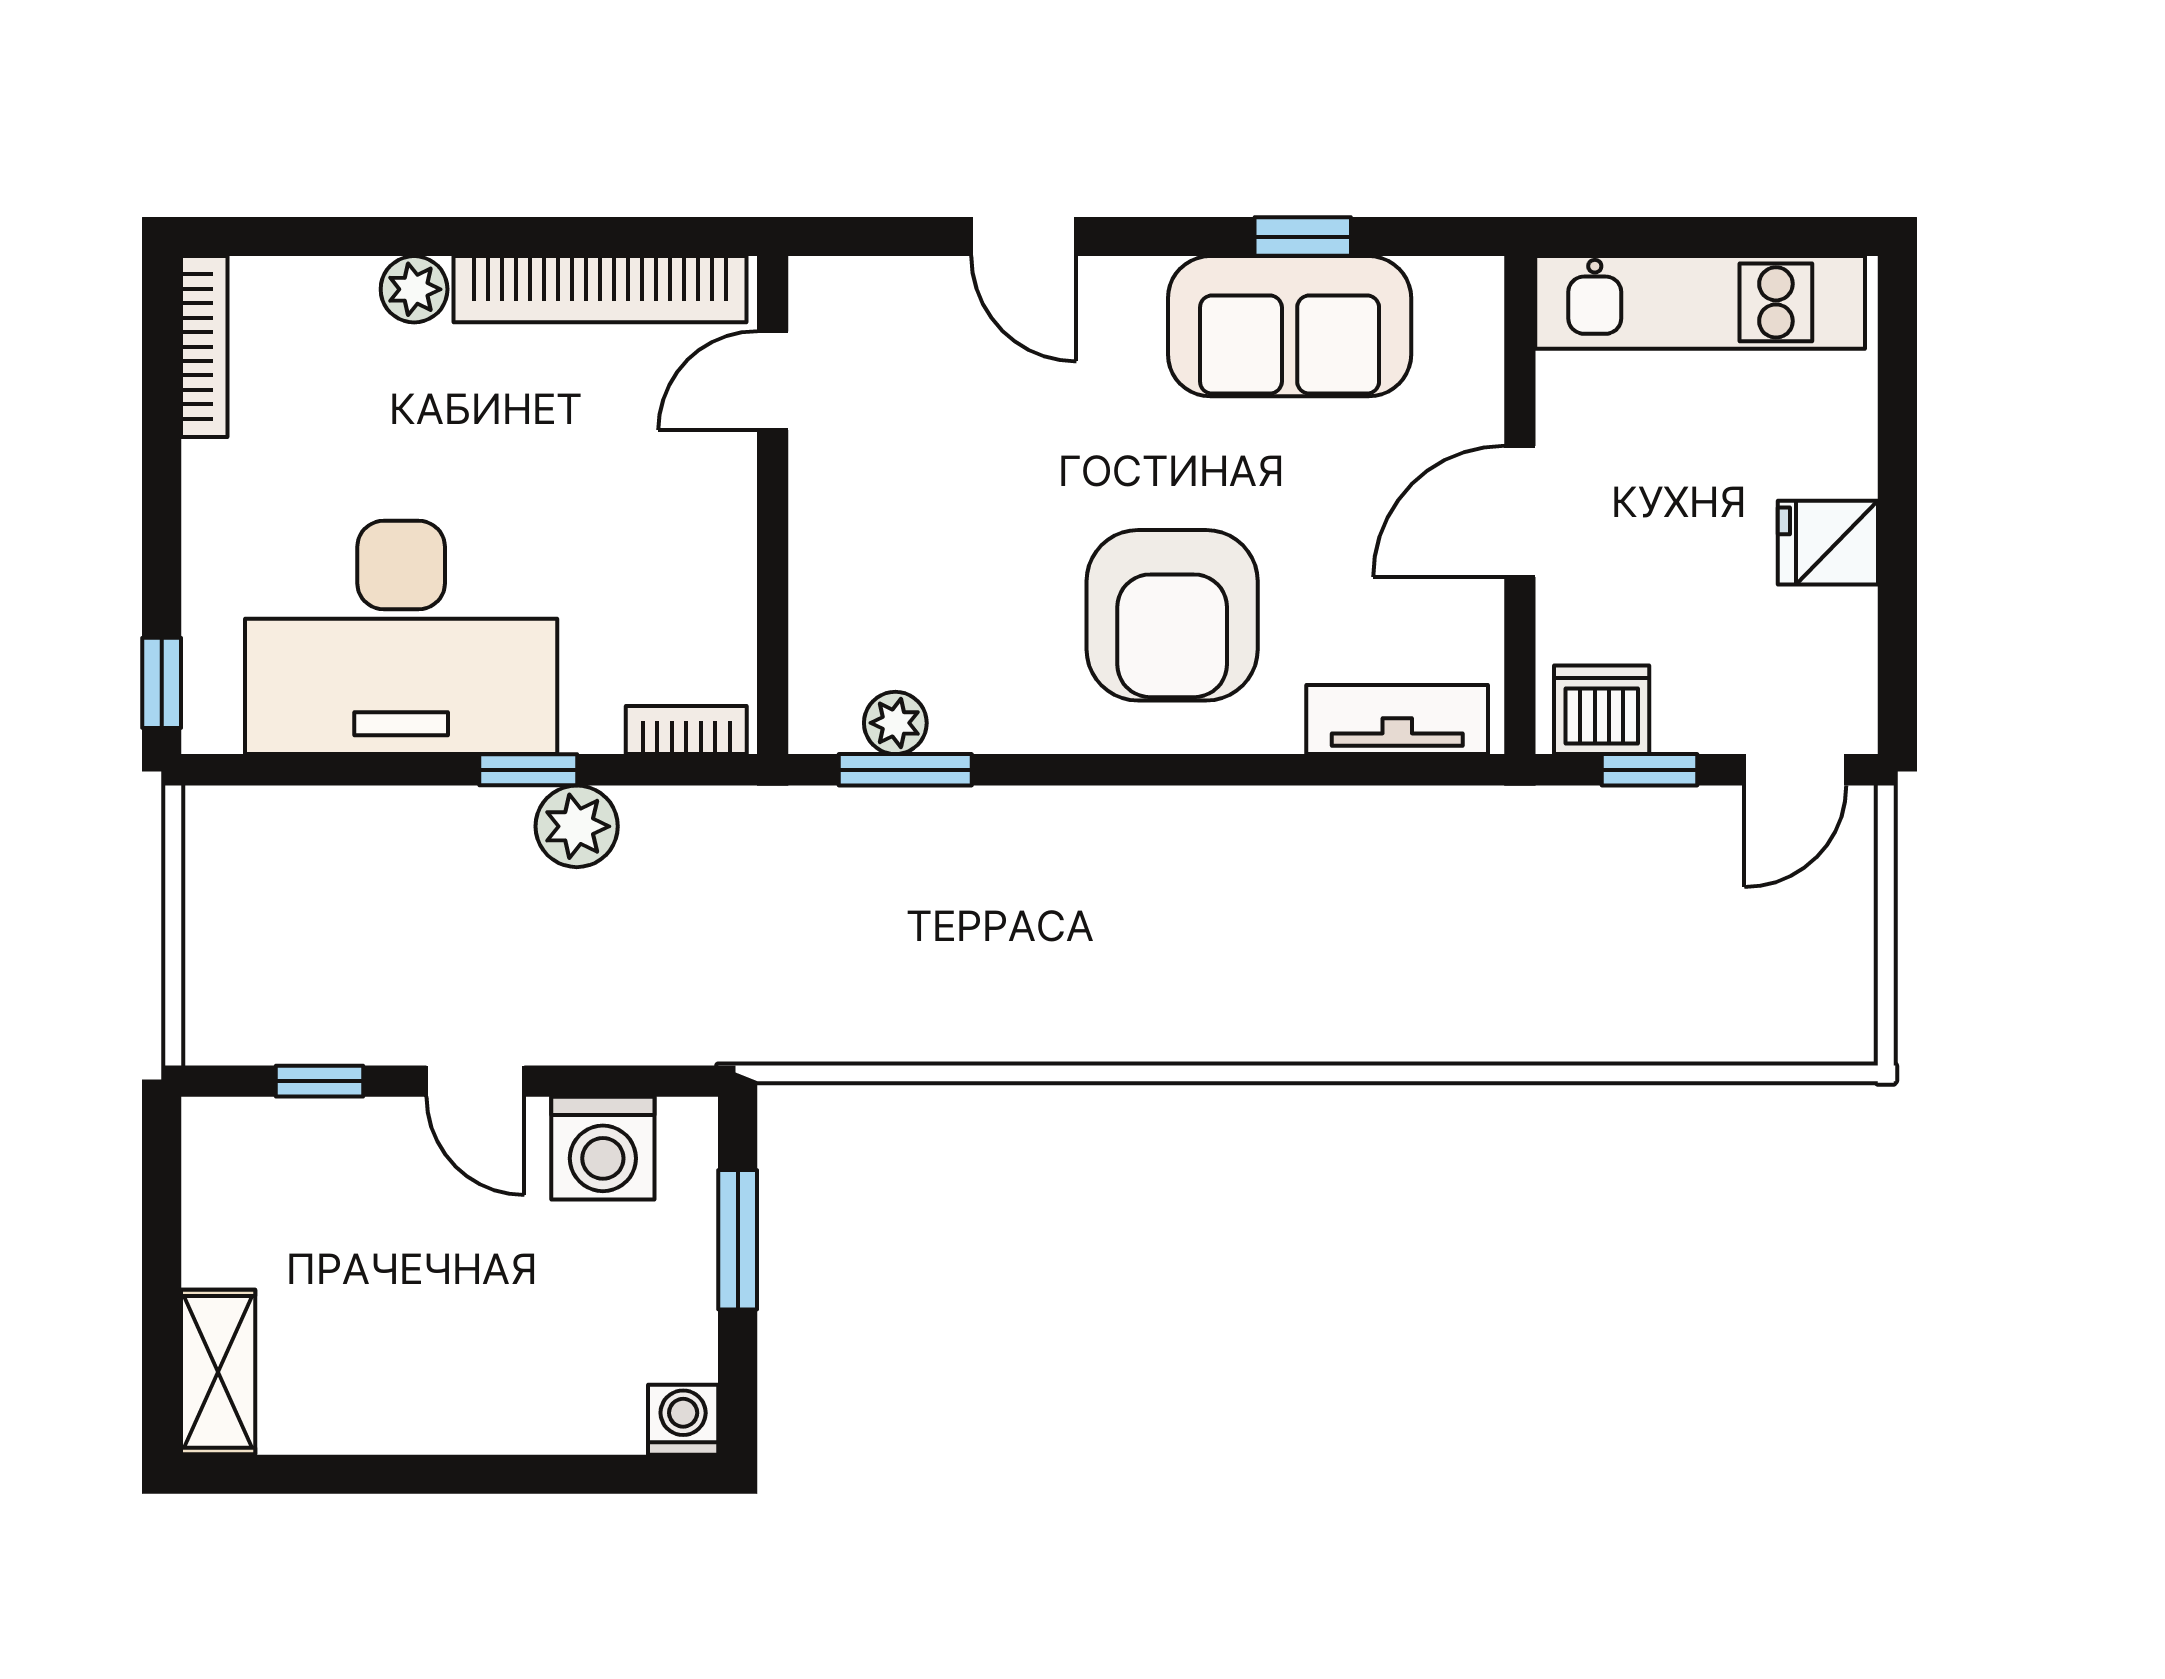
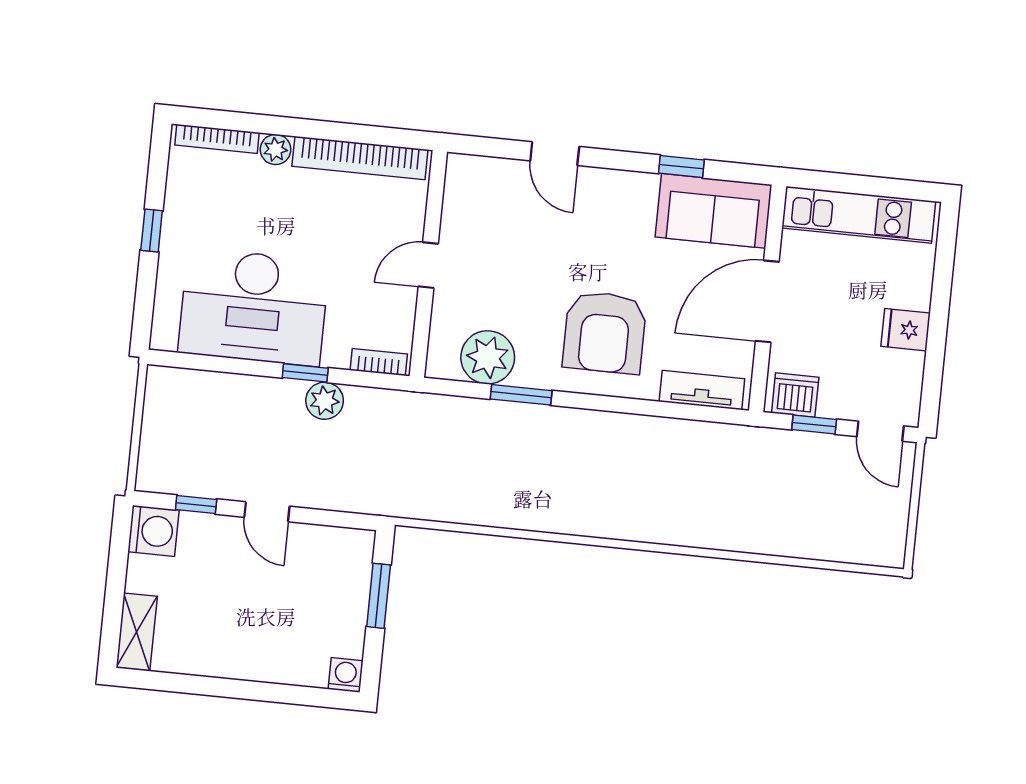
sofa: (1290, 326) -> (714, 211), moved
bookcase: (204, 347) -> (217, 139), moved, turned 90
door: (773, 381) -> (428, 265), moved
door: (1520, 512) -> (767, 301), width x1.36
window: (162, 683) -> (152, 231), moved
plant: (895, 723) -> (488, 357), width x1.87, depth x1.87
window: (905, 770) -> (521, 395), moved
door: (1795, 770) -> (880, 431), hinge flipped
washing machine: (603, 1148) -> (153, 531), moved, turned -90

